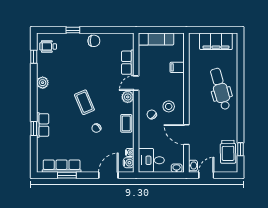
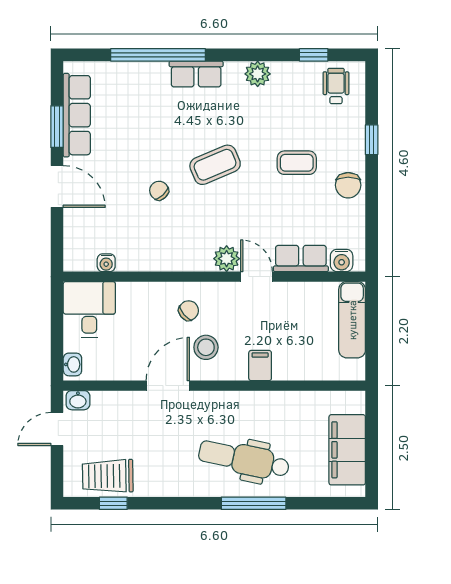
filing cabinet: (177, 67) -> (260, 366), moved
window: (241, 84) -> (254, 503), added
dental chair: (220, 89) -> (244, 459), turned -152
coffee table: (126, 123) -> (297, 163), moved
row of seats: (43, 125) -> (196, 74), moved
window: (34, 129) -> (158, 55), width x3.17
door: (186, 135) -> (168, 386), moved
water cooler: (129, 163) -> (342, 260), moved
door: (108, 175) -> (57, 186), moved
door: (206, 175) -> (57, 429), swing flipped

